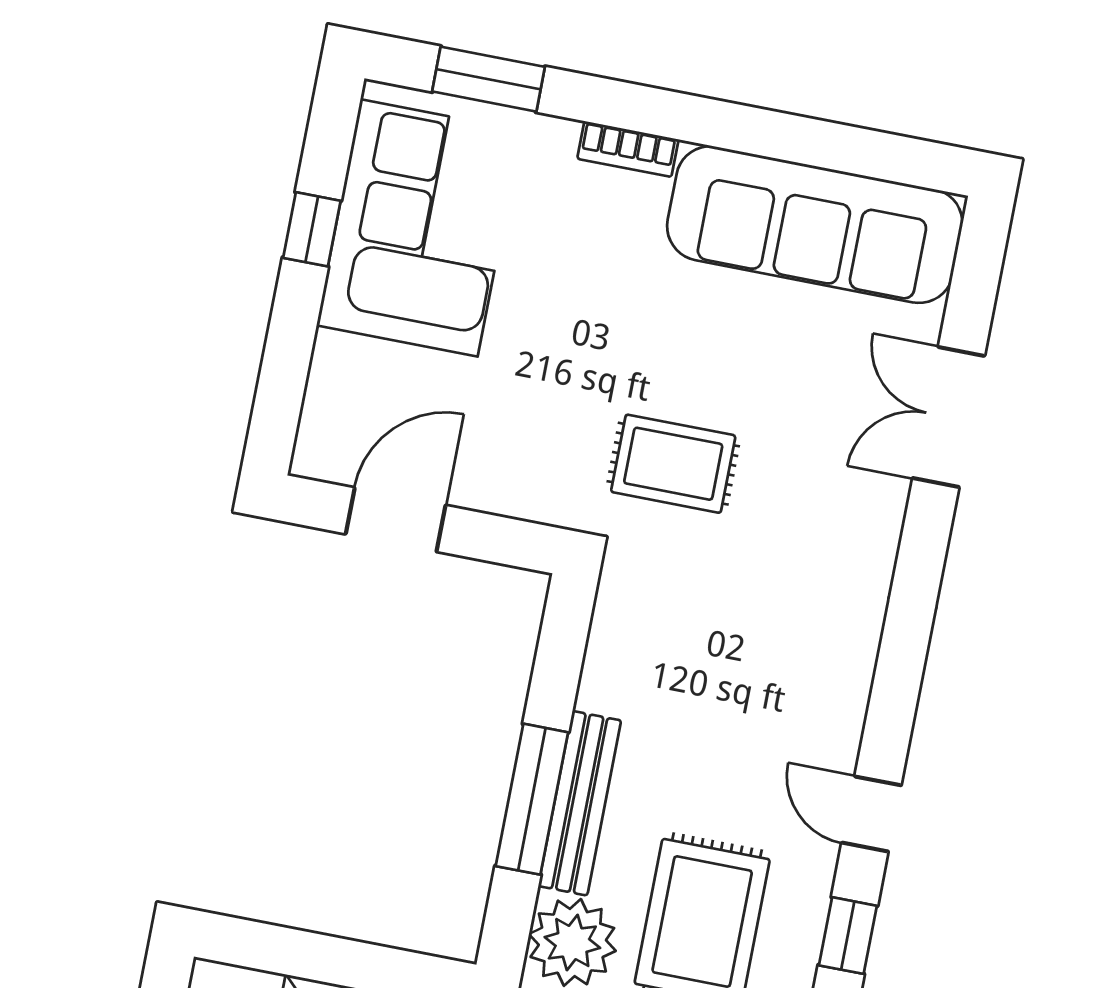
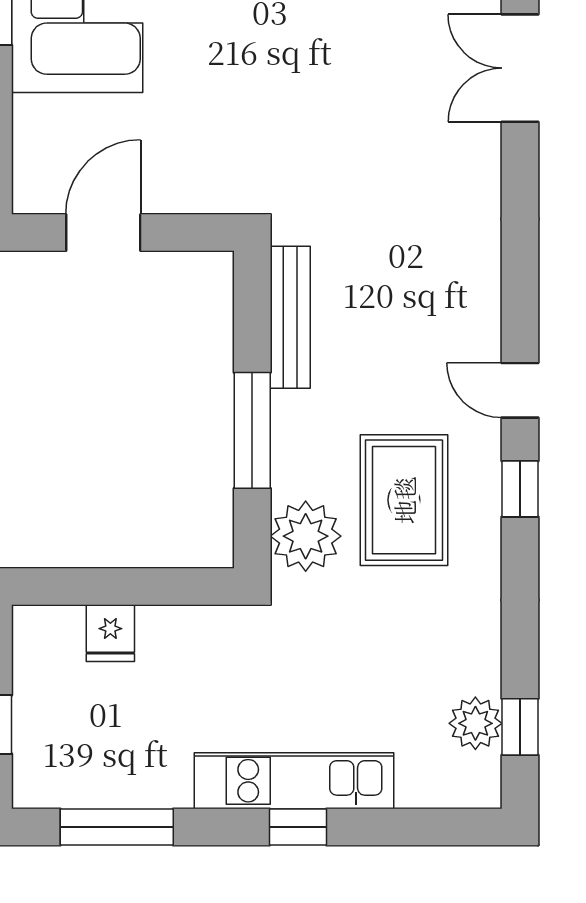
rug: (673, 464) -> (312, 147), removed
bench: (580, 803) -> (290, 317), moved

